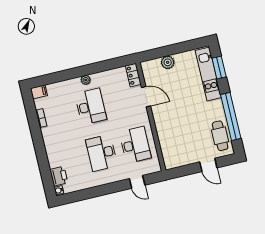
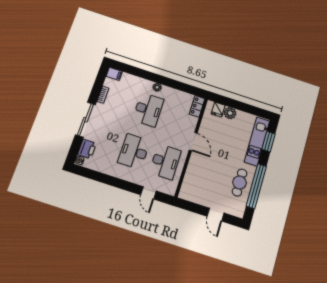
fridge: (155, 66) -> (218, 109), added
door: (146, 97) -> (193, 142), moved
cafe table: (220, 136) -> (240, 182), moved
sliding door: (40, 151) -> (85, 120), added

